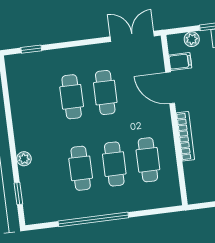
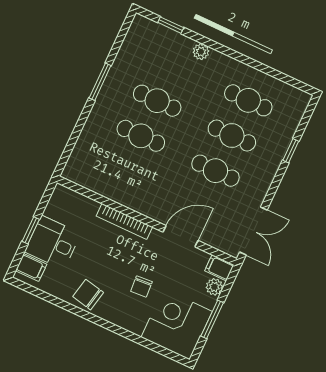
window: (31, 49) -> (291, 151), moved
filing cabinet: (180, 62) -> (219, 268), moved, turned 90
cafe table: (148, 160) -> (248, 100), moved
window: (93, 219) -> (100, 82), width x0.47

